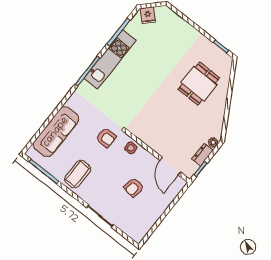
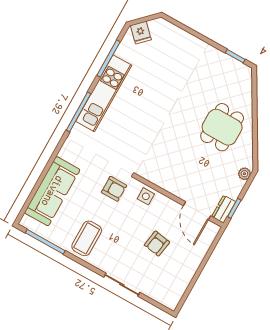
dining table: (199, 84) -> (222, 127), moved
dresser: (203, 155) -> (224, 209), moved

